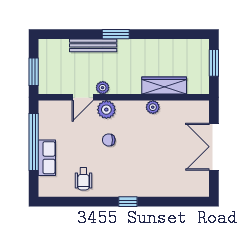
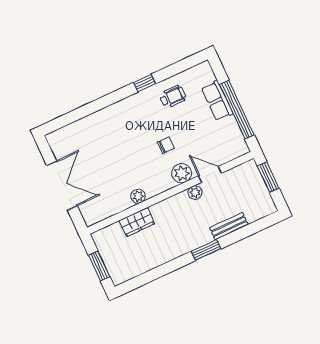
bench: (93, 45) -> (229, 226), width x0.73
wardrobe: (164, 86) -> (137, 222), width x0.67
door: (83, 97) -> (210, 174), hinge flipped
wheelchair: (83, 179) -> (173, 97), turned 90
window: (128, 202) -> (144, 83), moved

